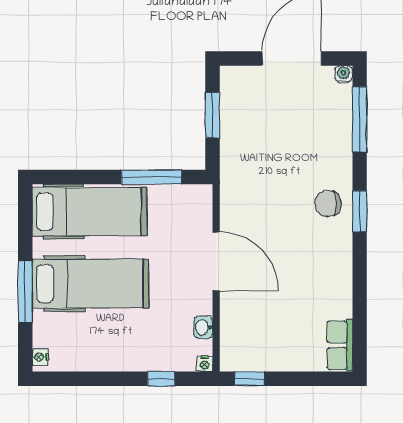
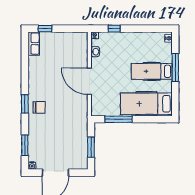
window: (360, 119) -> (25, 145), width x0.69
hospital bed: (91, 284) -> (152, 71), width x0.73, depth x0.78
window: (249, 379) -> (45, 29), moved

